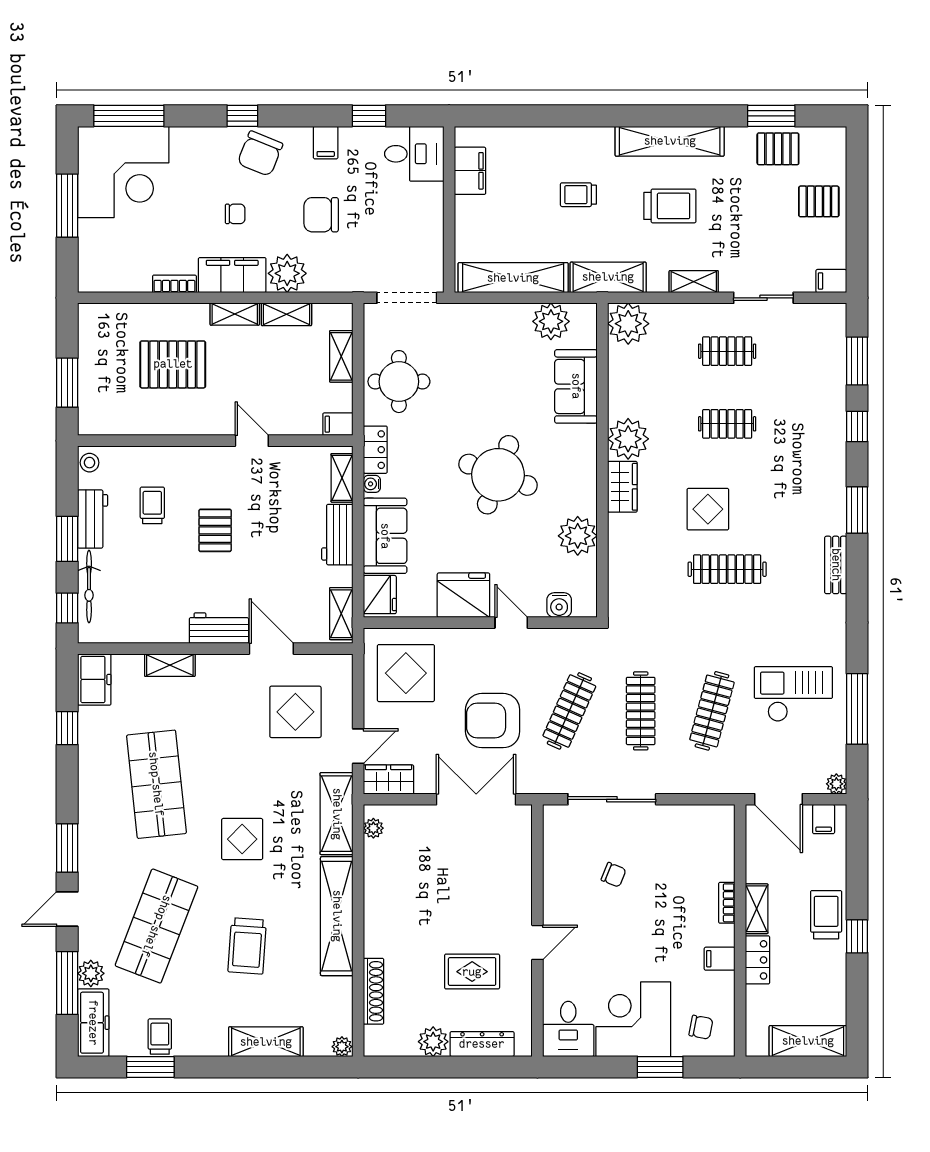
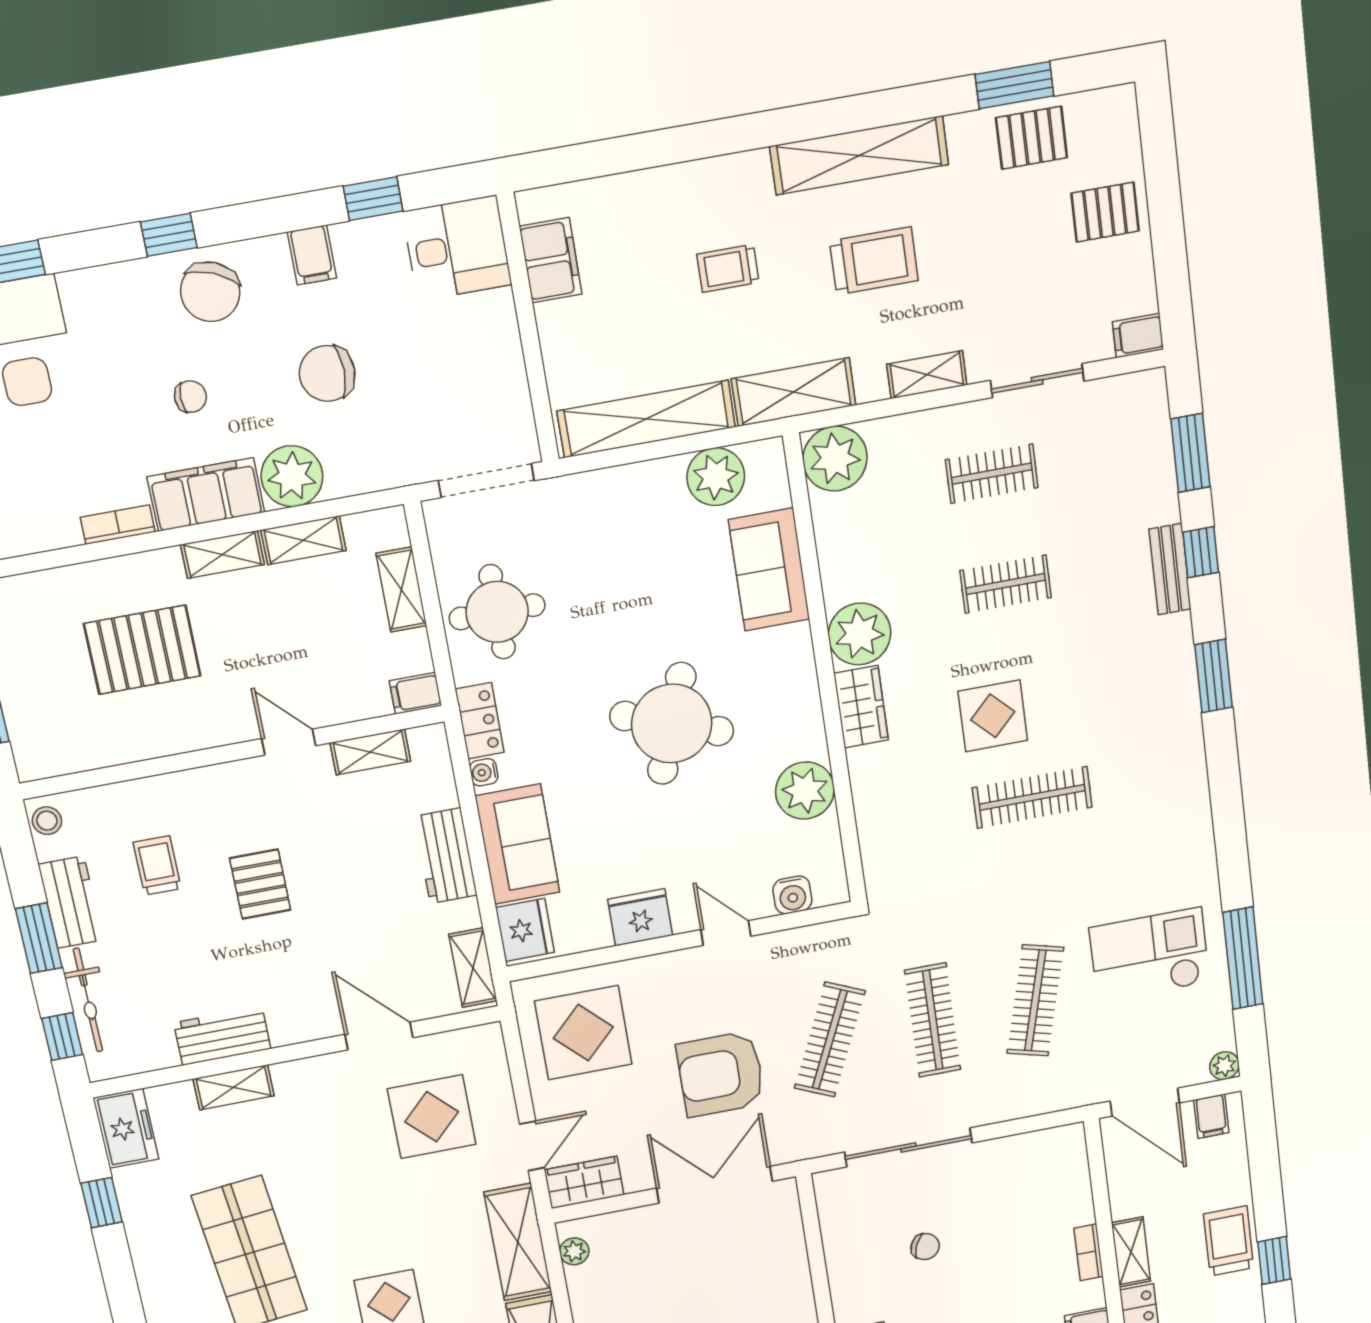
shelving: (342, 478) -> (370, 752), moved, turned 90
bench: (836, 565) -> (1170, 569), moved
fridge: (463, 595) -> (640, 917), width x0.73, depth x0.75
workbench: (219, 628) -> (222, 1036), moved

